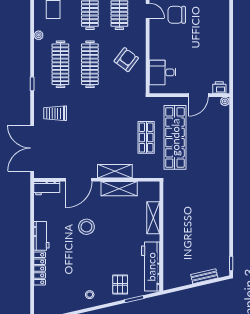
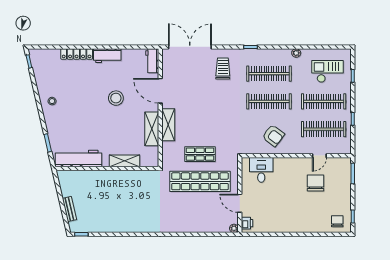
pallet: (120, 284) -> (62, 130), removed

